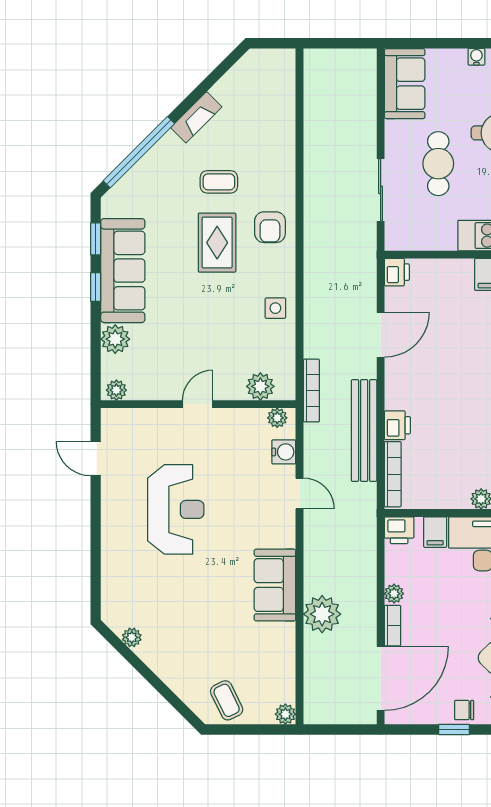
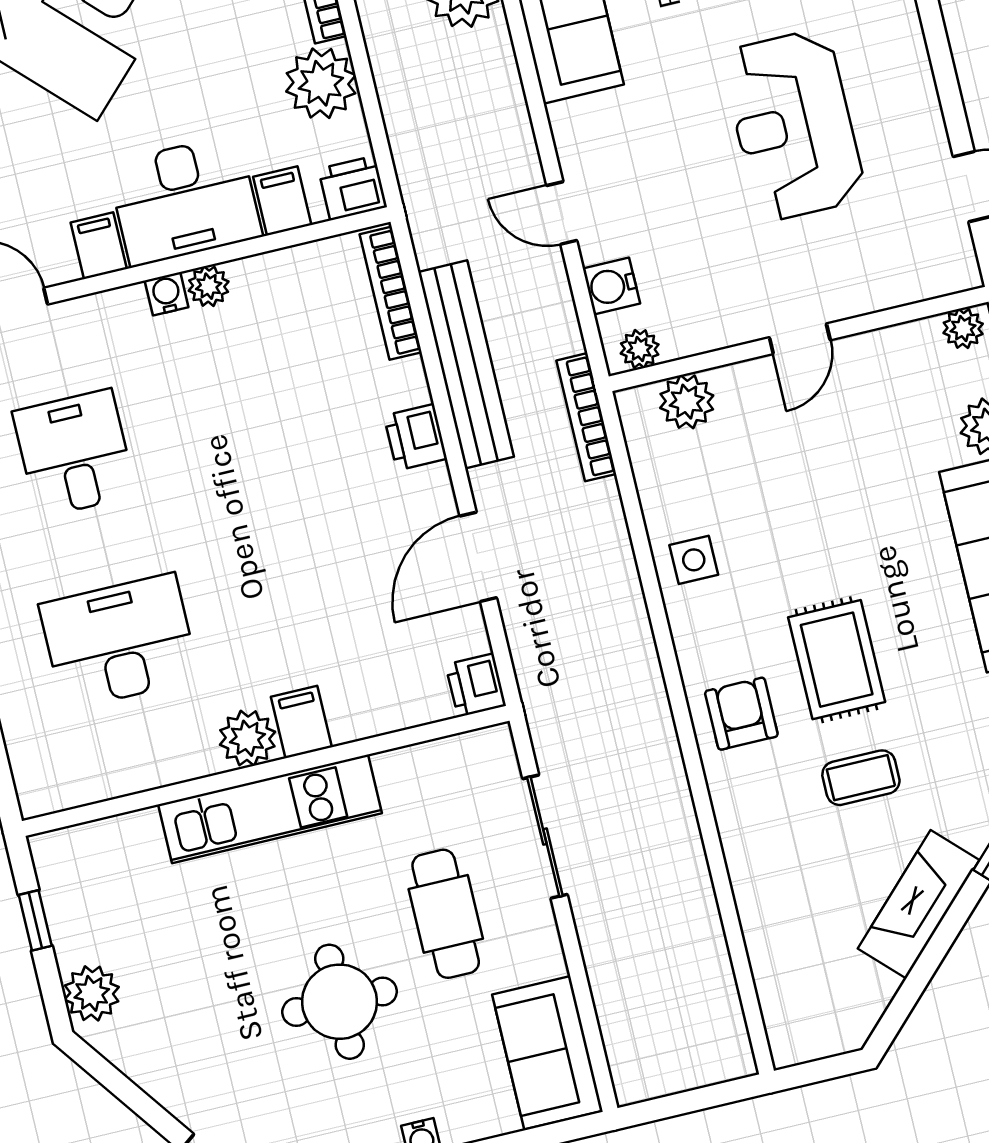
fireplace: (196, 117) -> (919, 904), width x1.37, depth x1.32
printer: (397, 425) -> (416, 437), moved
plant: (394, 594) -> (321, 83), width x1.87, depth x1.87

